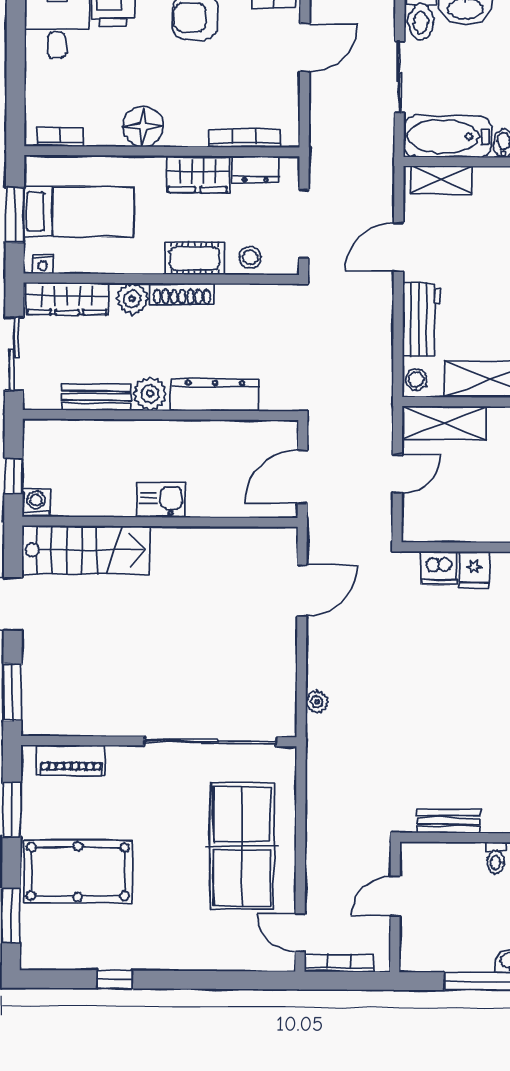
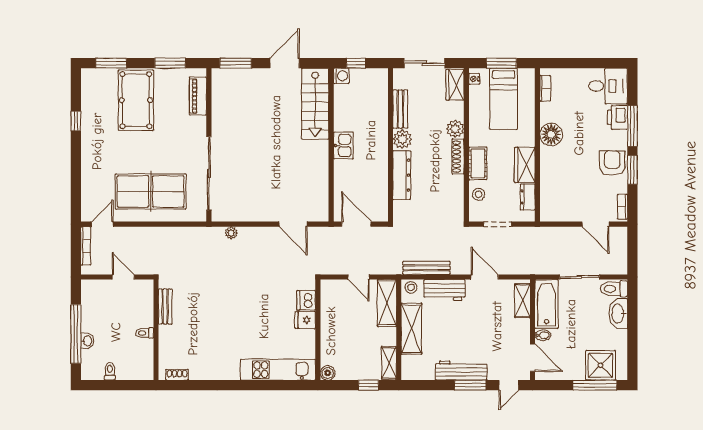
bookcase: (244, 138) -> (545, 191), removed
doorway: (304, 224) -> (498, 224), width x0.73
wardrobe: (67, 299) -> (455, 85), width x0.67
bench: (382, 352) -> (426, 268), added

